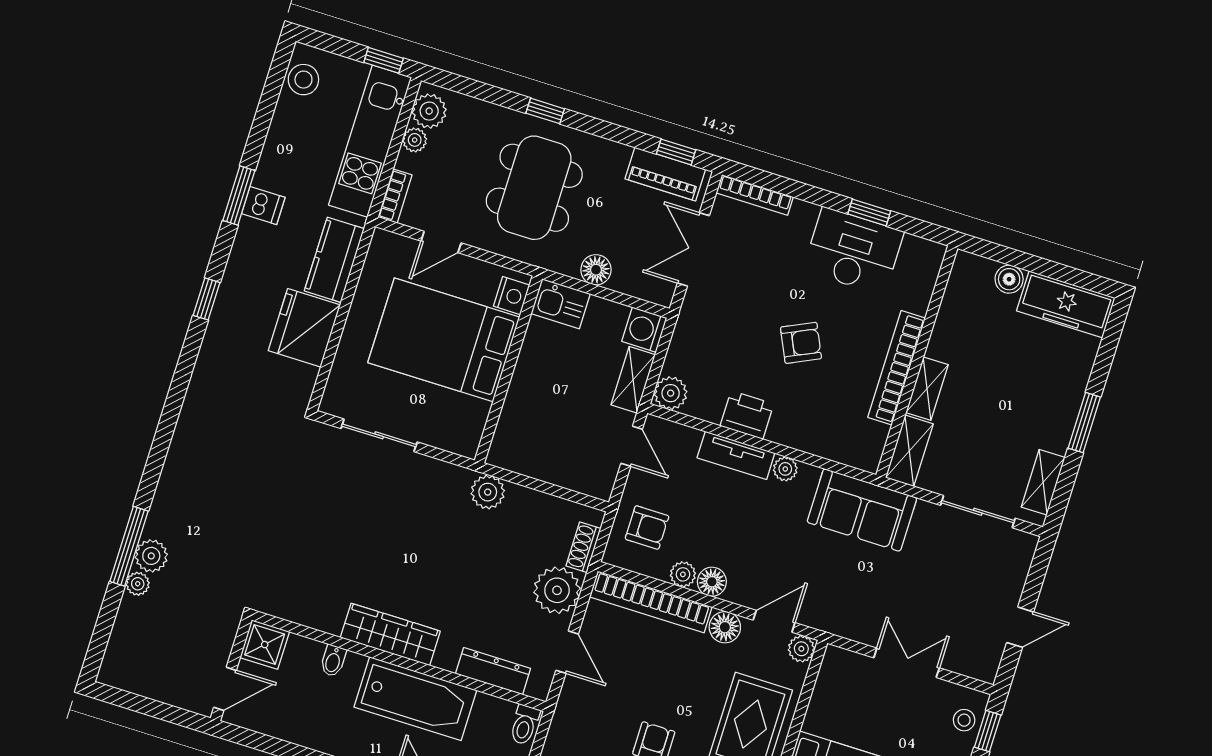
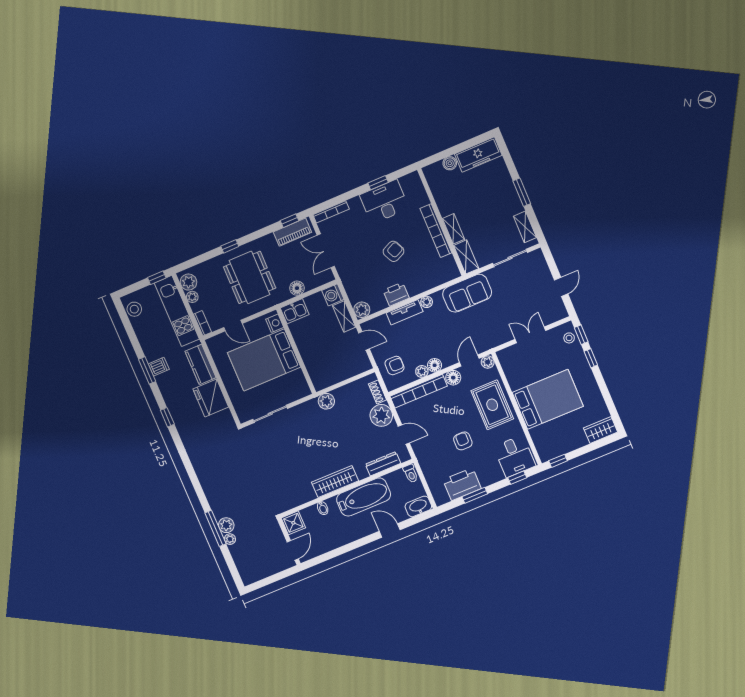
door: (441, 242) -> (233, 326), hinge flipped

